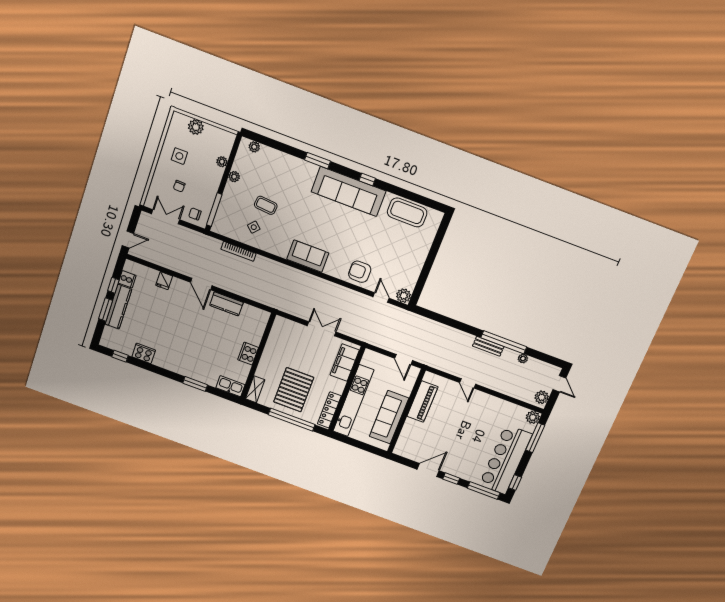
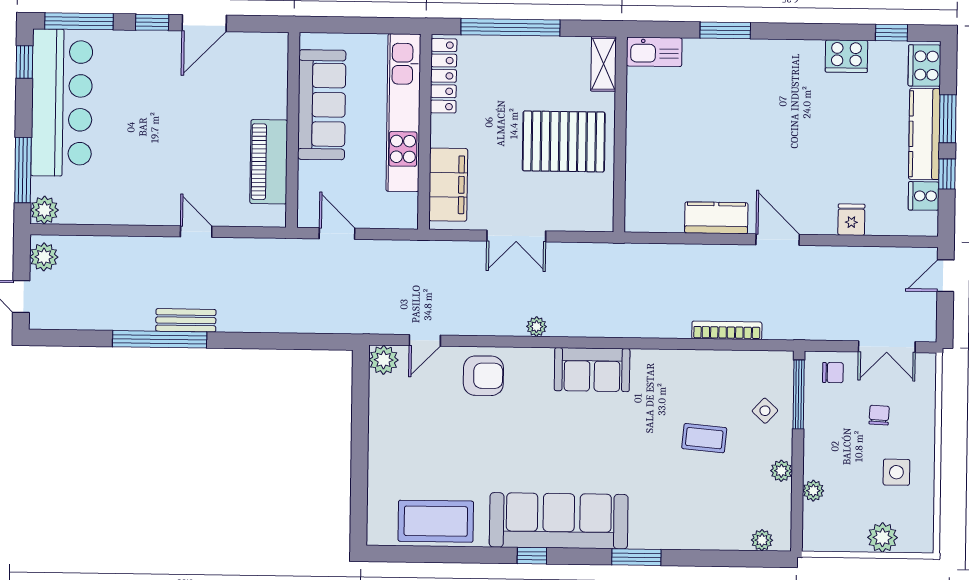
side table: (254, 227) -> (765, 411), moved
door: (381, 298) -> (425, 340), hinge flipped
cooker: (248, 354) -> (925, 65), moved, turned 180
plant: (523, 359) -> (536, 327), moved
pallet: (294, 390) -> (564, 141), moved, turned 90

